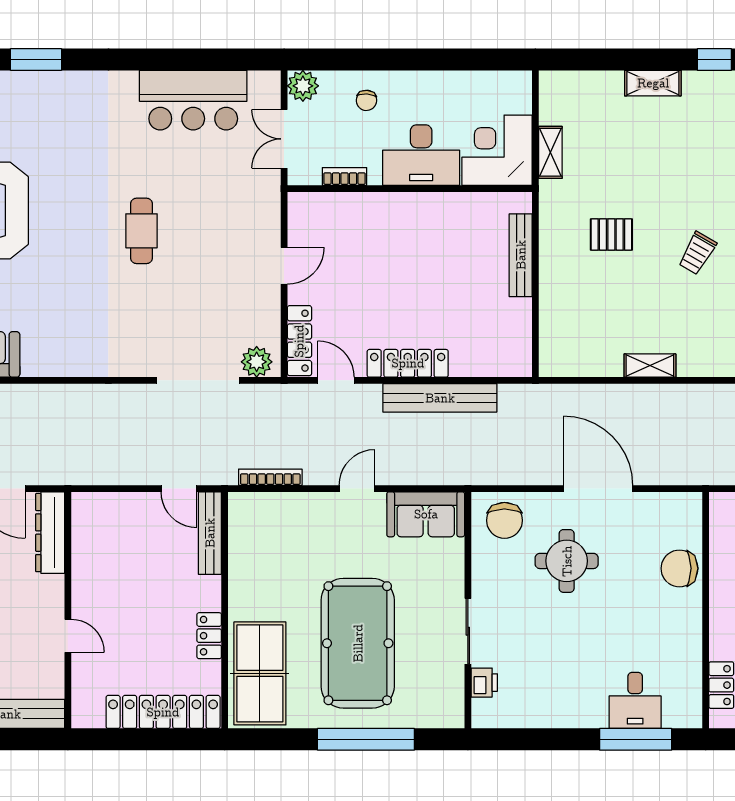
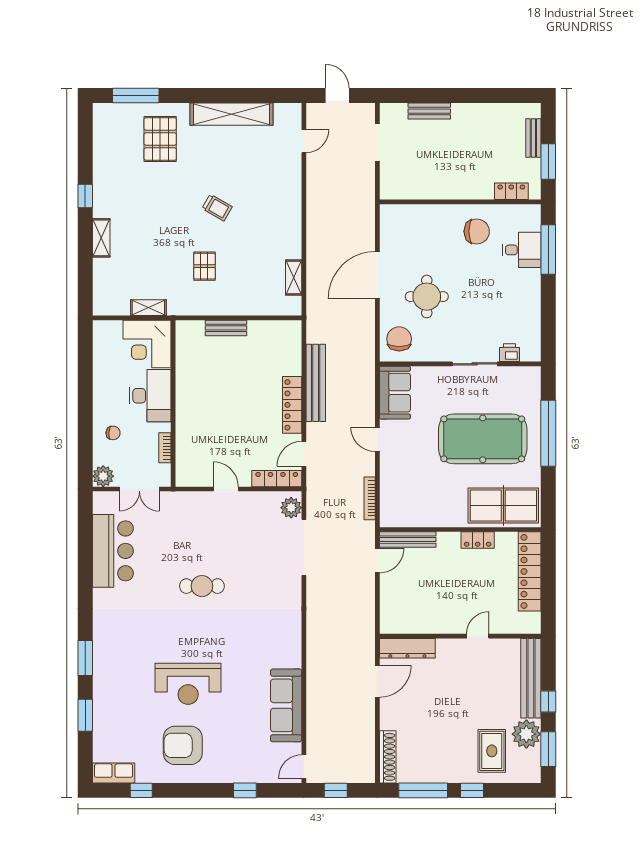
bench: (521, 255) -> (226, 328), width x0.73
shelving: (650, 366) -> (294, 278), moved
chair: (504, 520) -> (399, 339), turned -90
chair: (679, 568) -> (477, 231), moved, turned -90

